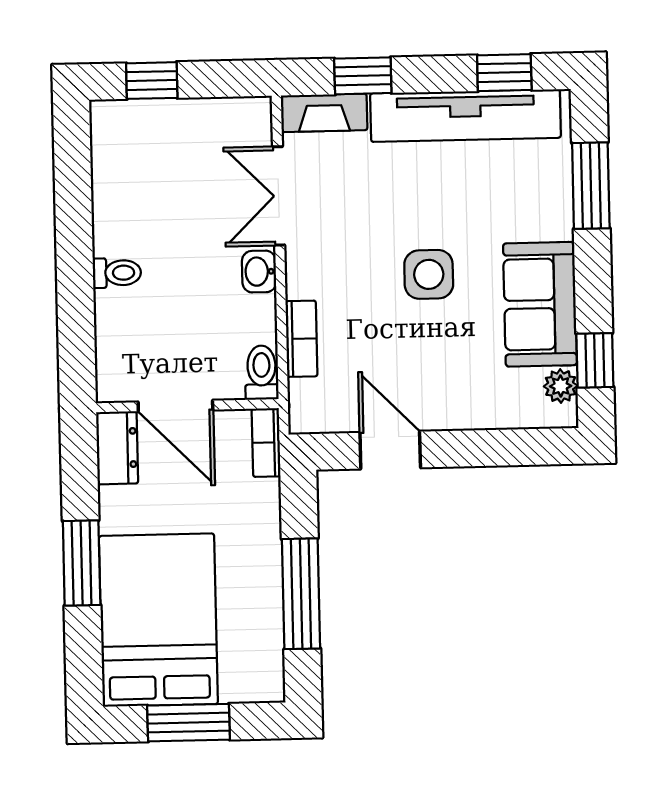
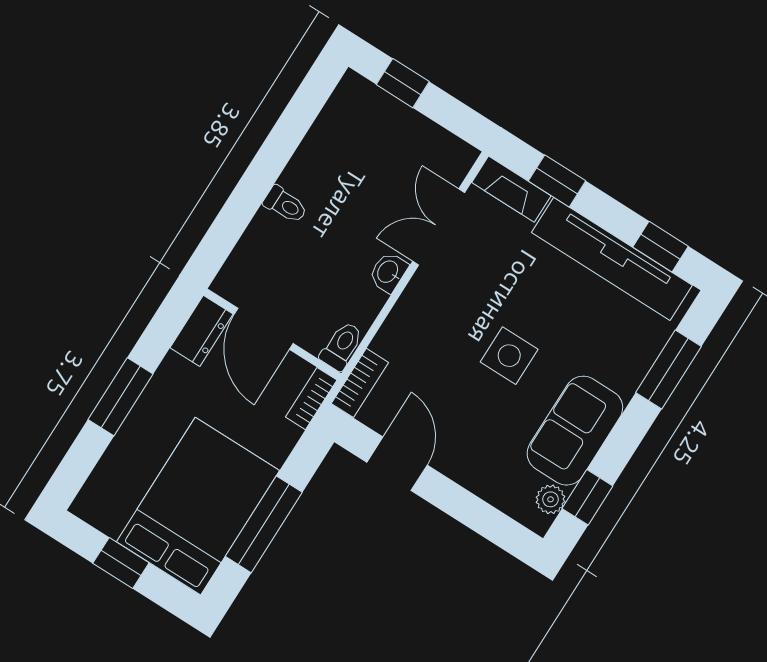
bookcase: (301, 339) -> (360, 383), moved
bed: (158, 620) -> (198, 506), moved
window: (188, 723) -> (121, 563), width x0.67

